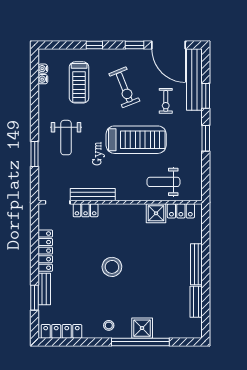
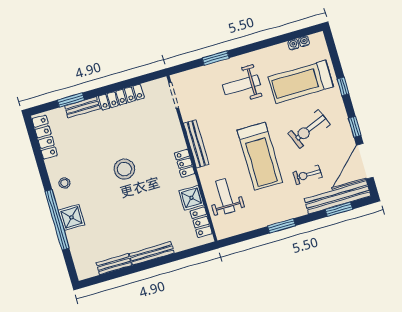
treadmill: (79, 82) -> (301, 82), width x1.37, depth x1.38
window: (206, 96) -> (339, 209), moved
bench: (93, 195) -> (196, 144), moved
locker: (86, 210) -> (185, 163), moved

